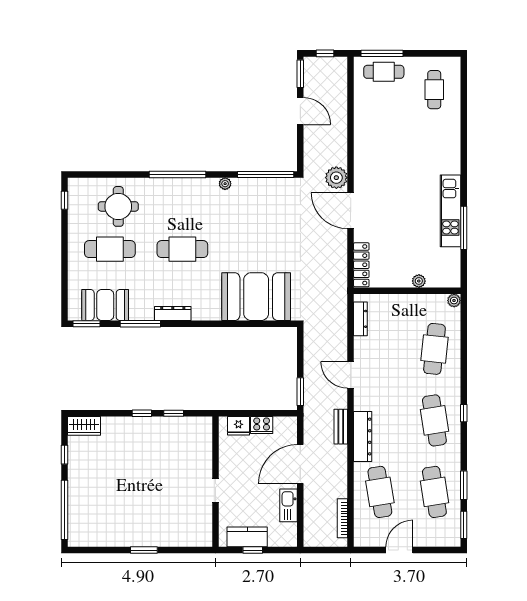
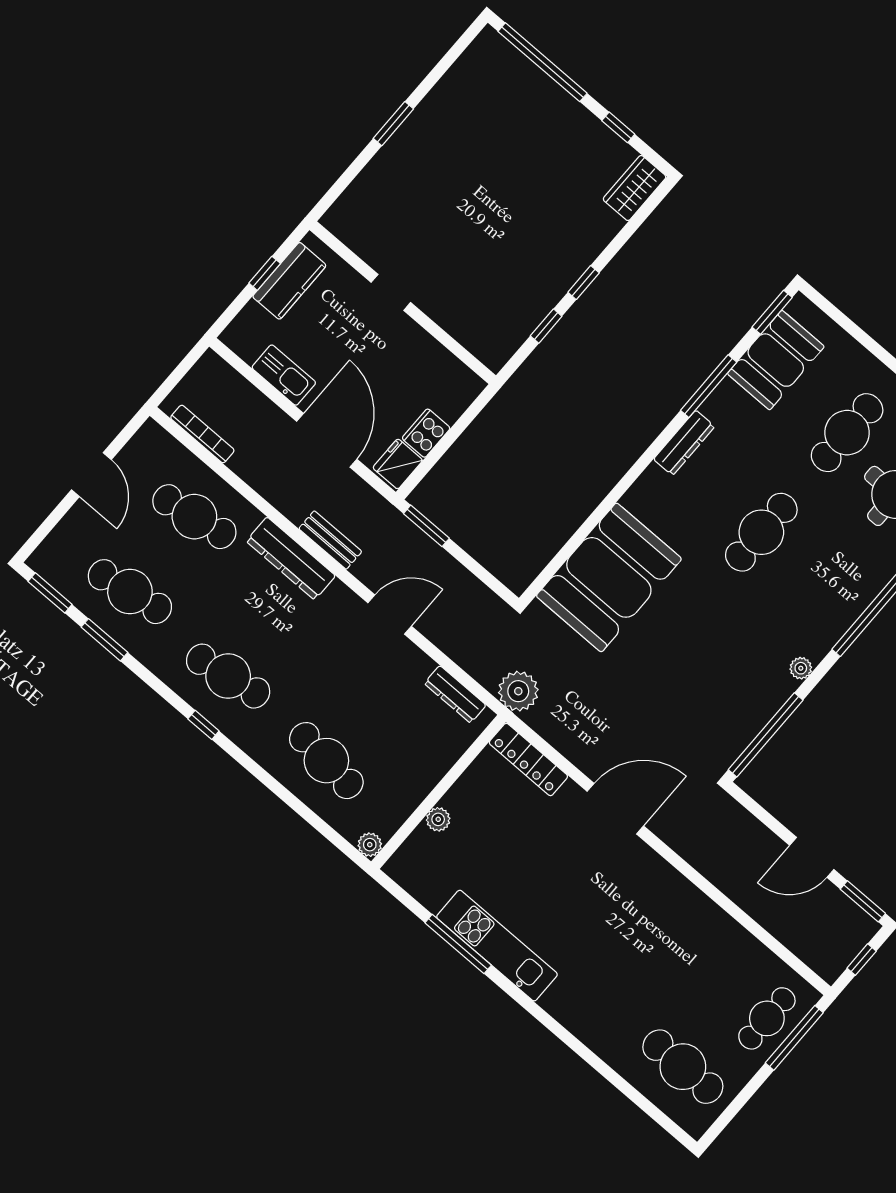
cafe table: (434, 90) -> (683, 1067), width x1.37, depth x1.35
plant: (336, 178) -> (518, 691), moved
fridge: (238, 426) -> (398, 464), moved

